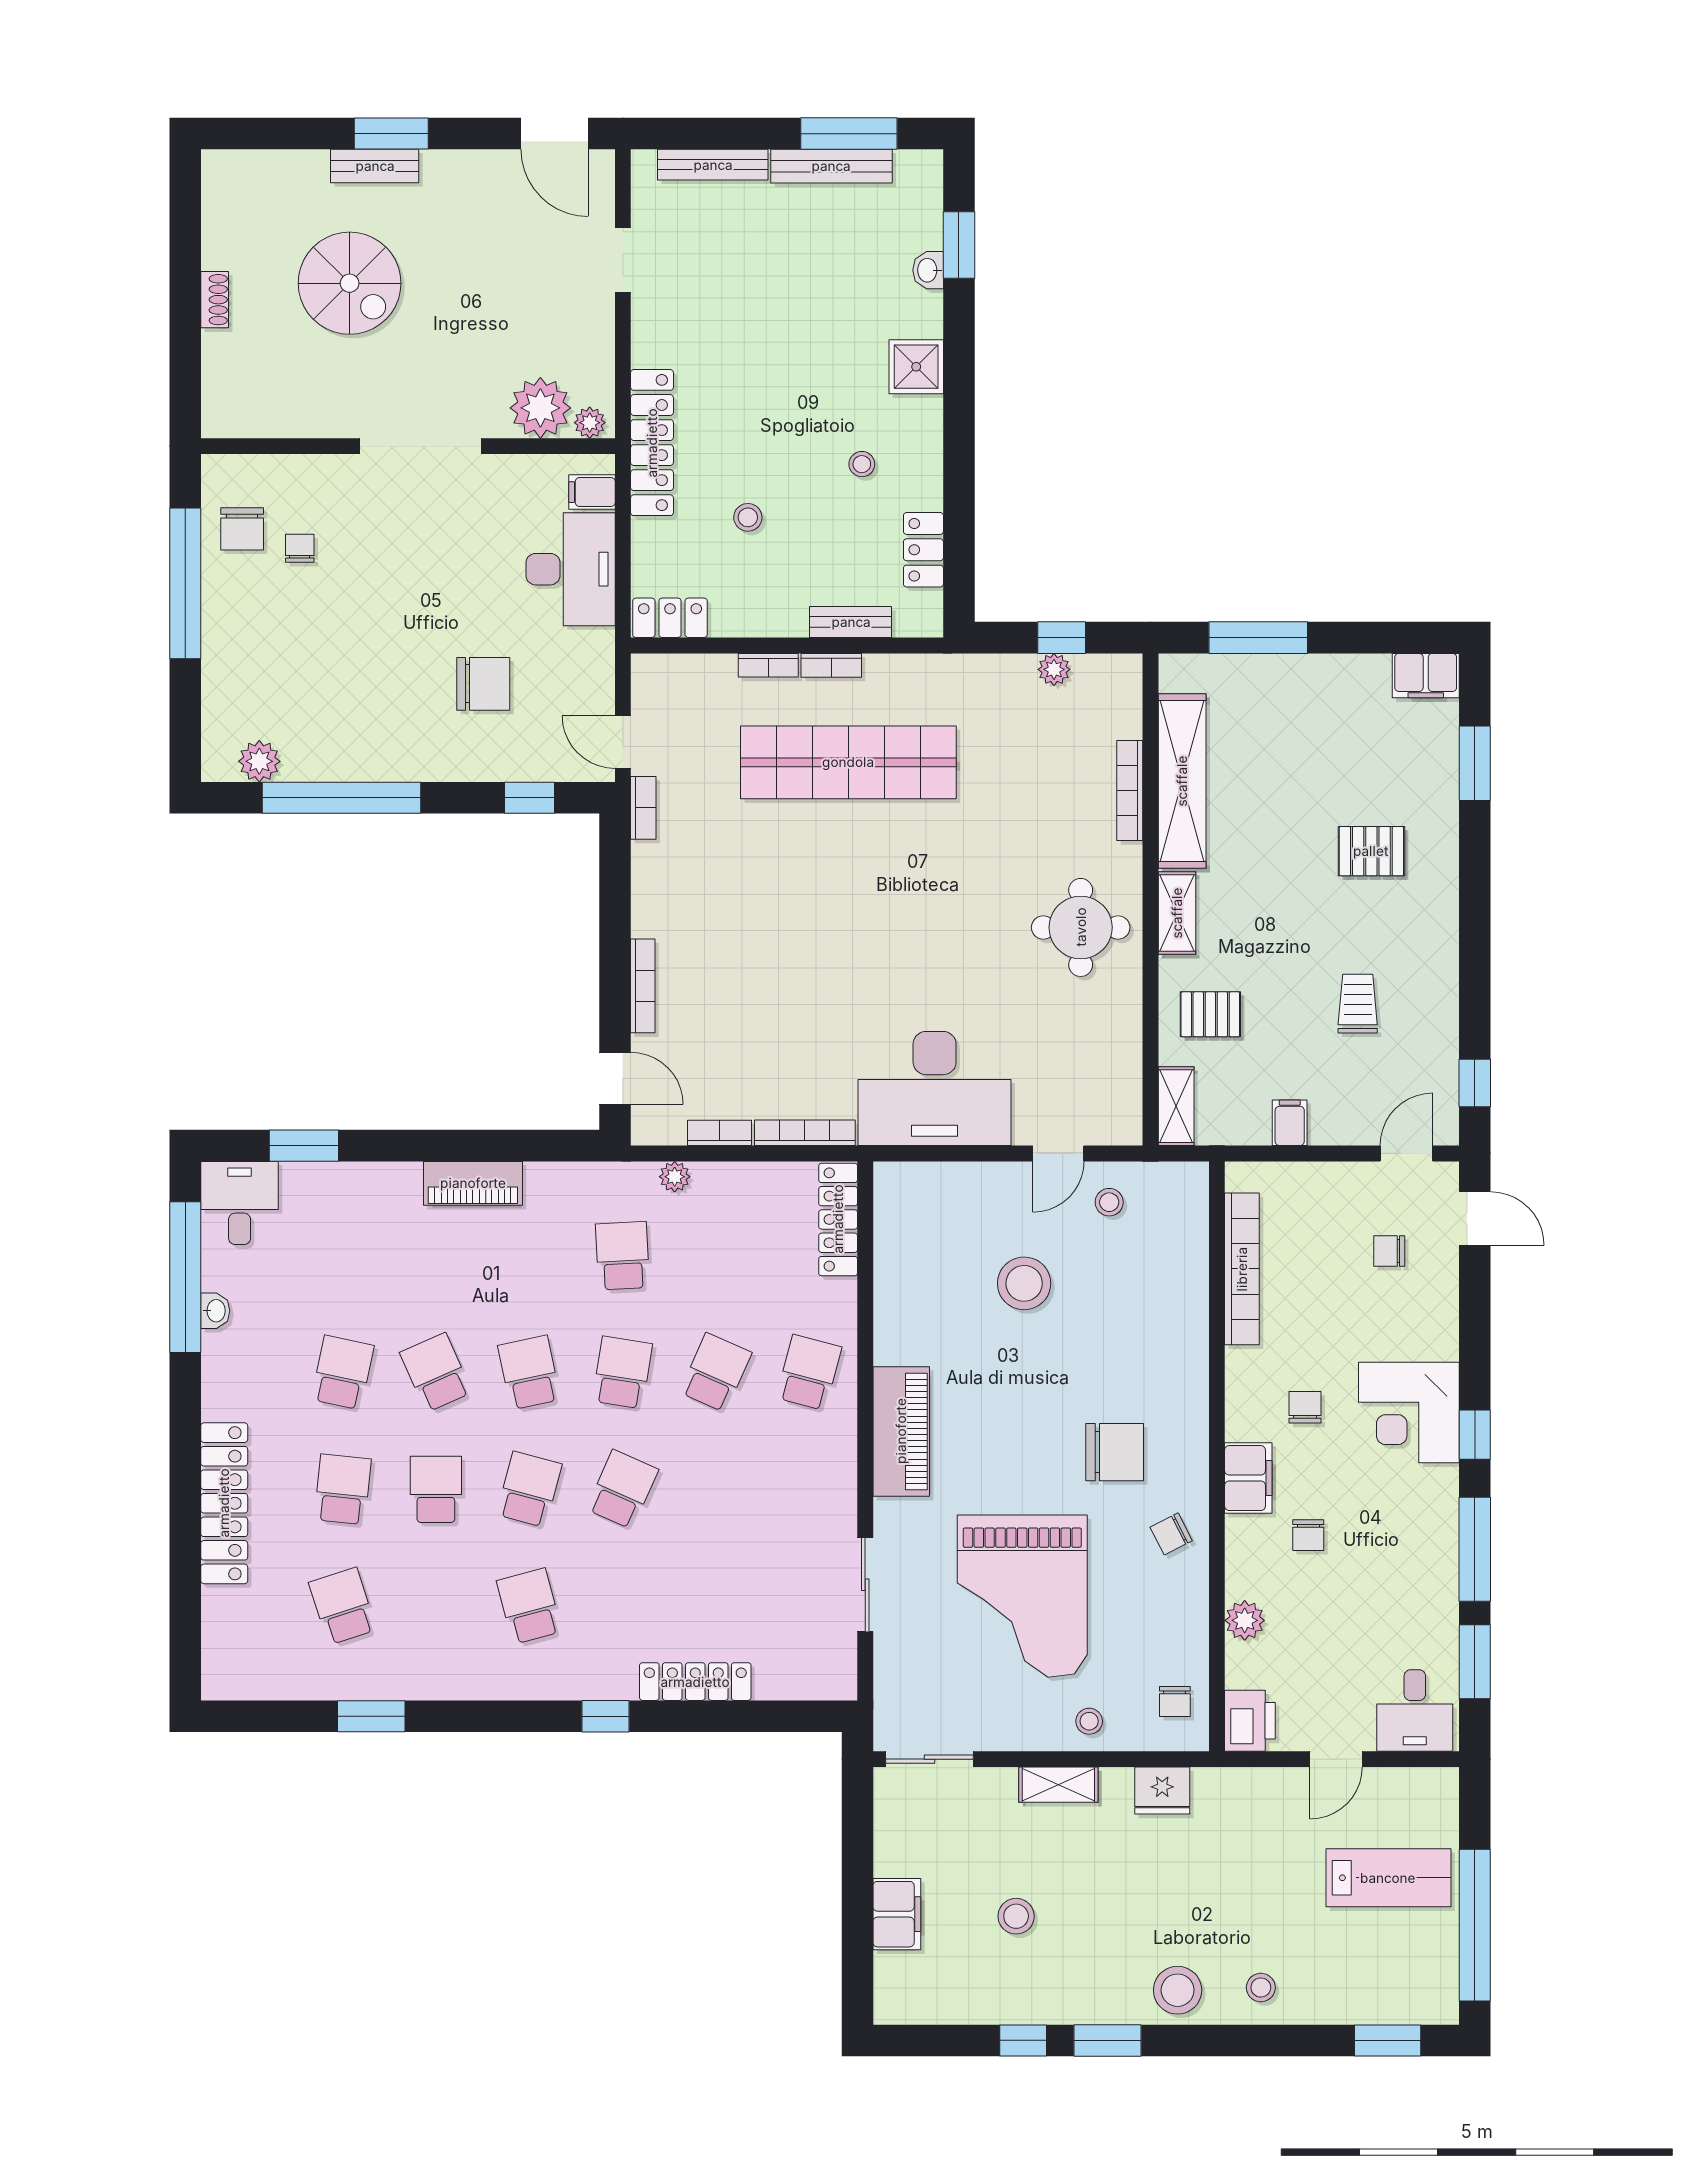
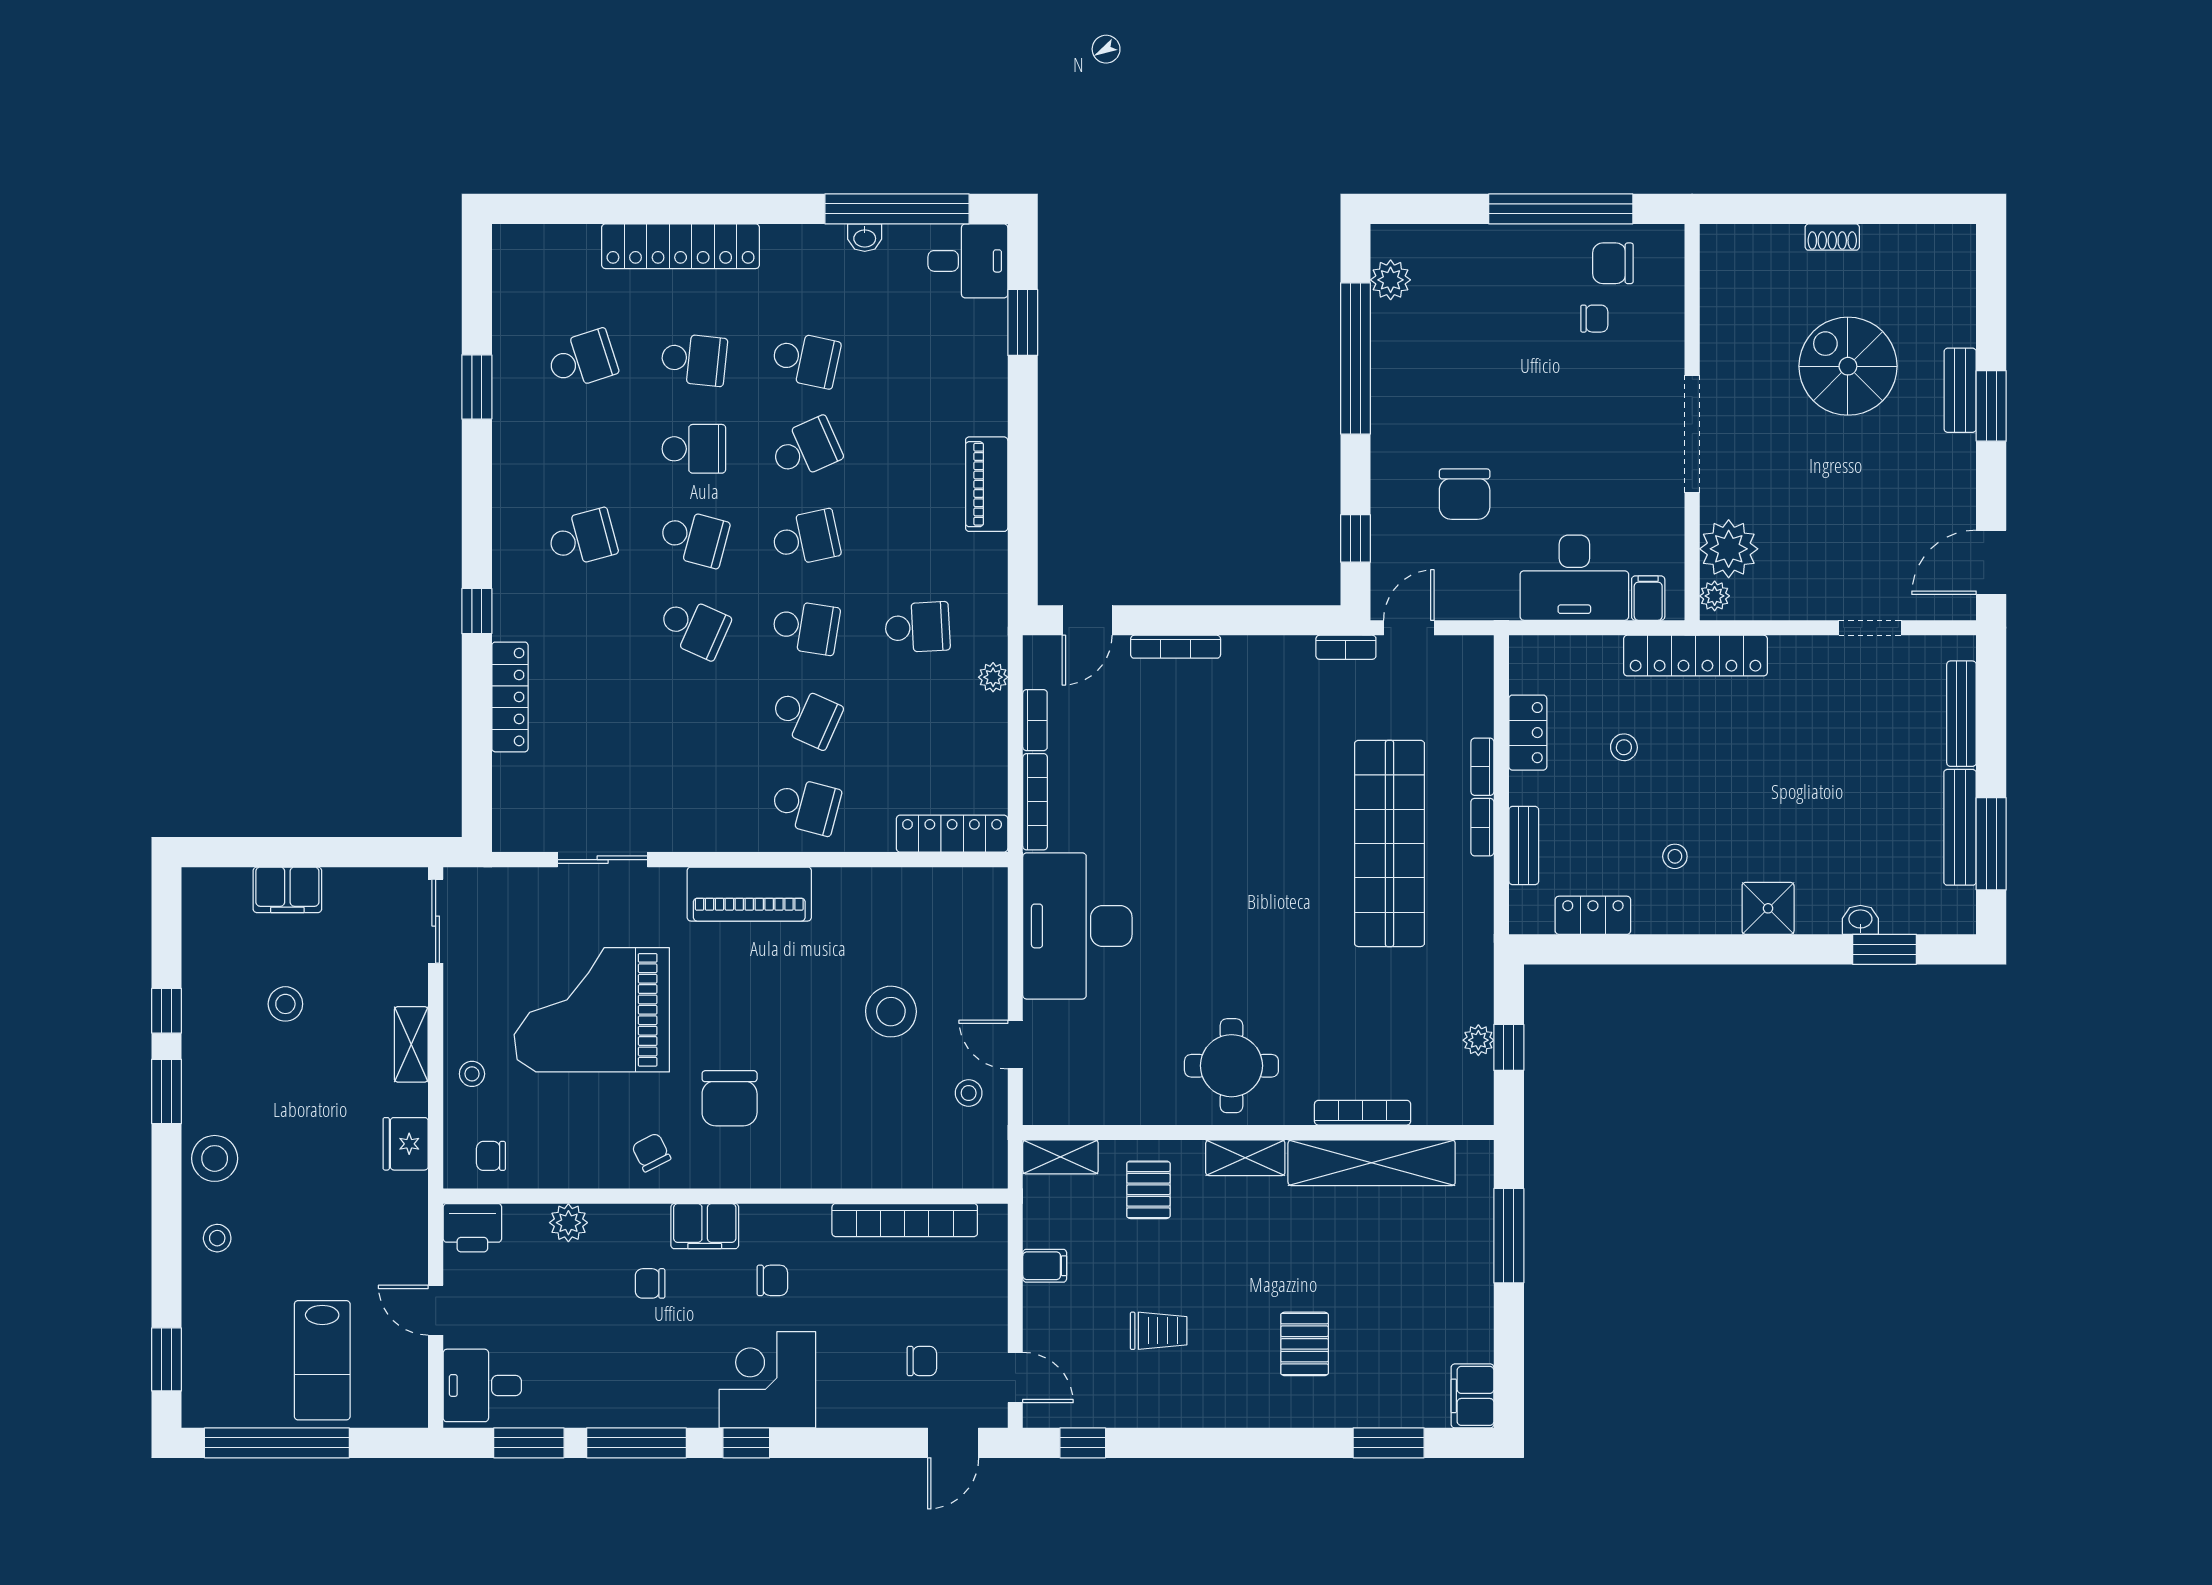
spiral stairs: (350, 283) -> (1848, 366), turned 90
locker: (670, 618) -> (1528, 733), moved
chair: (1389, 1251) -> (922, 1361), turned 90

